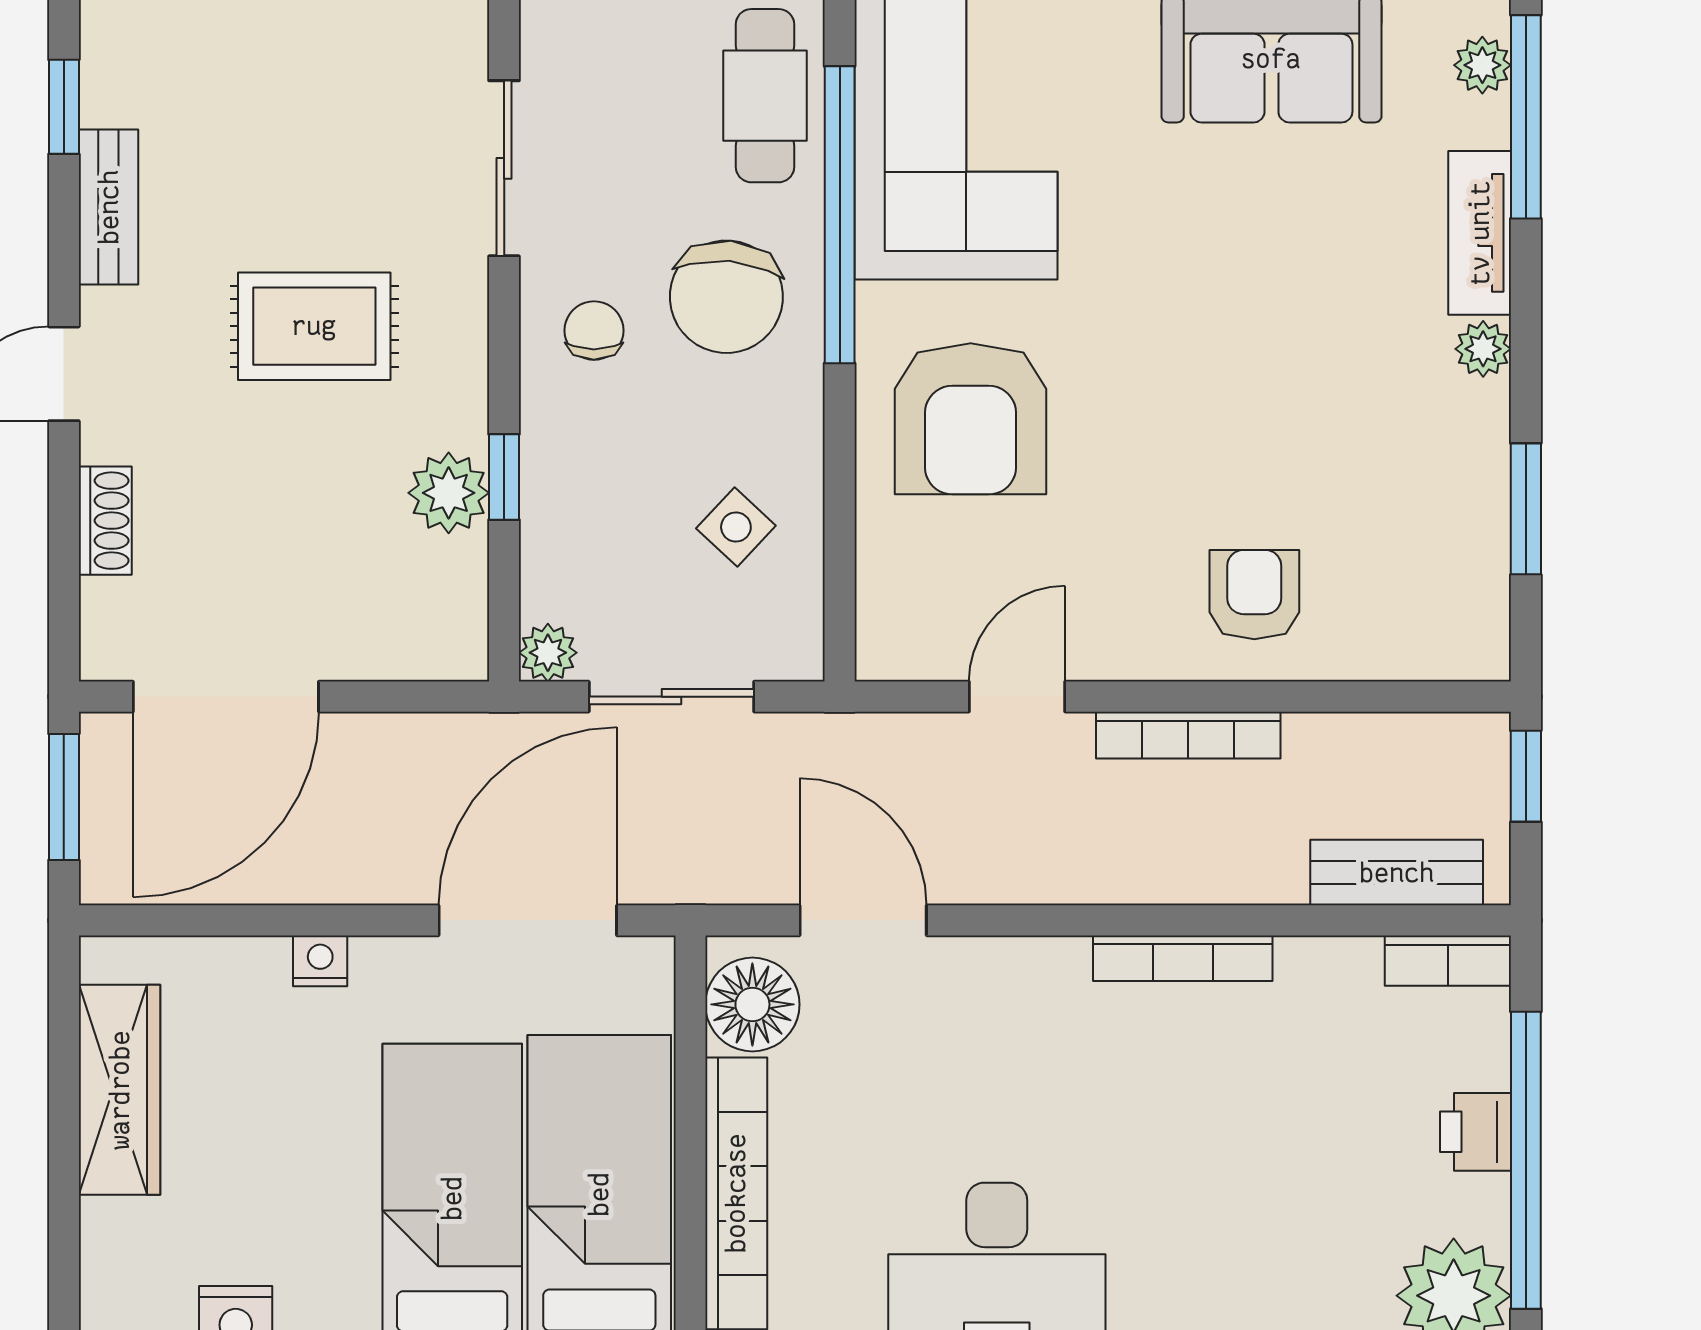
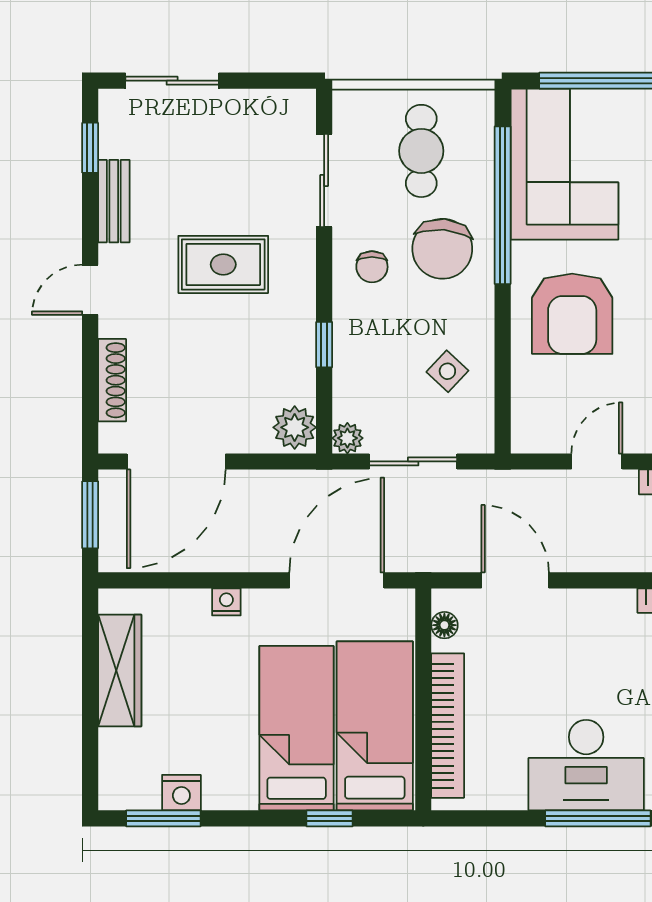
cafe table: (765, 96) -> (421, 151), moved
chair: (594, 331) -> (372, 267), turned 180
plant: (449, 493) -> (295, 427), moved
shoe rack: (105, 521) -> (112, 380), width x1.43
floor lamp: (752, 1004) -> (444, 625), width x0.53, depth x0.53

